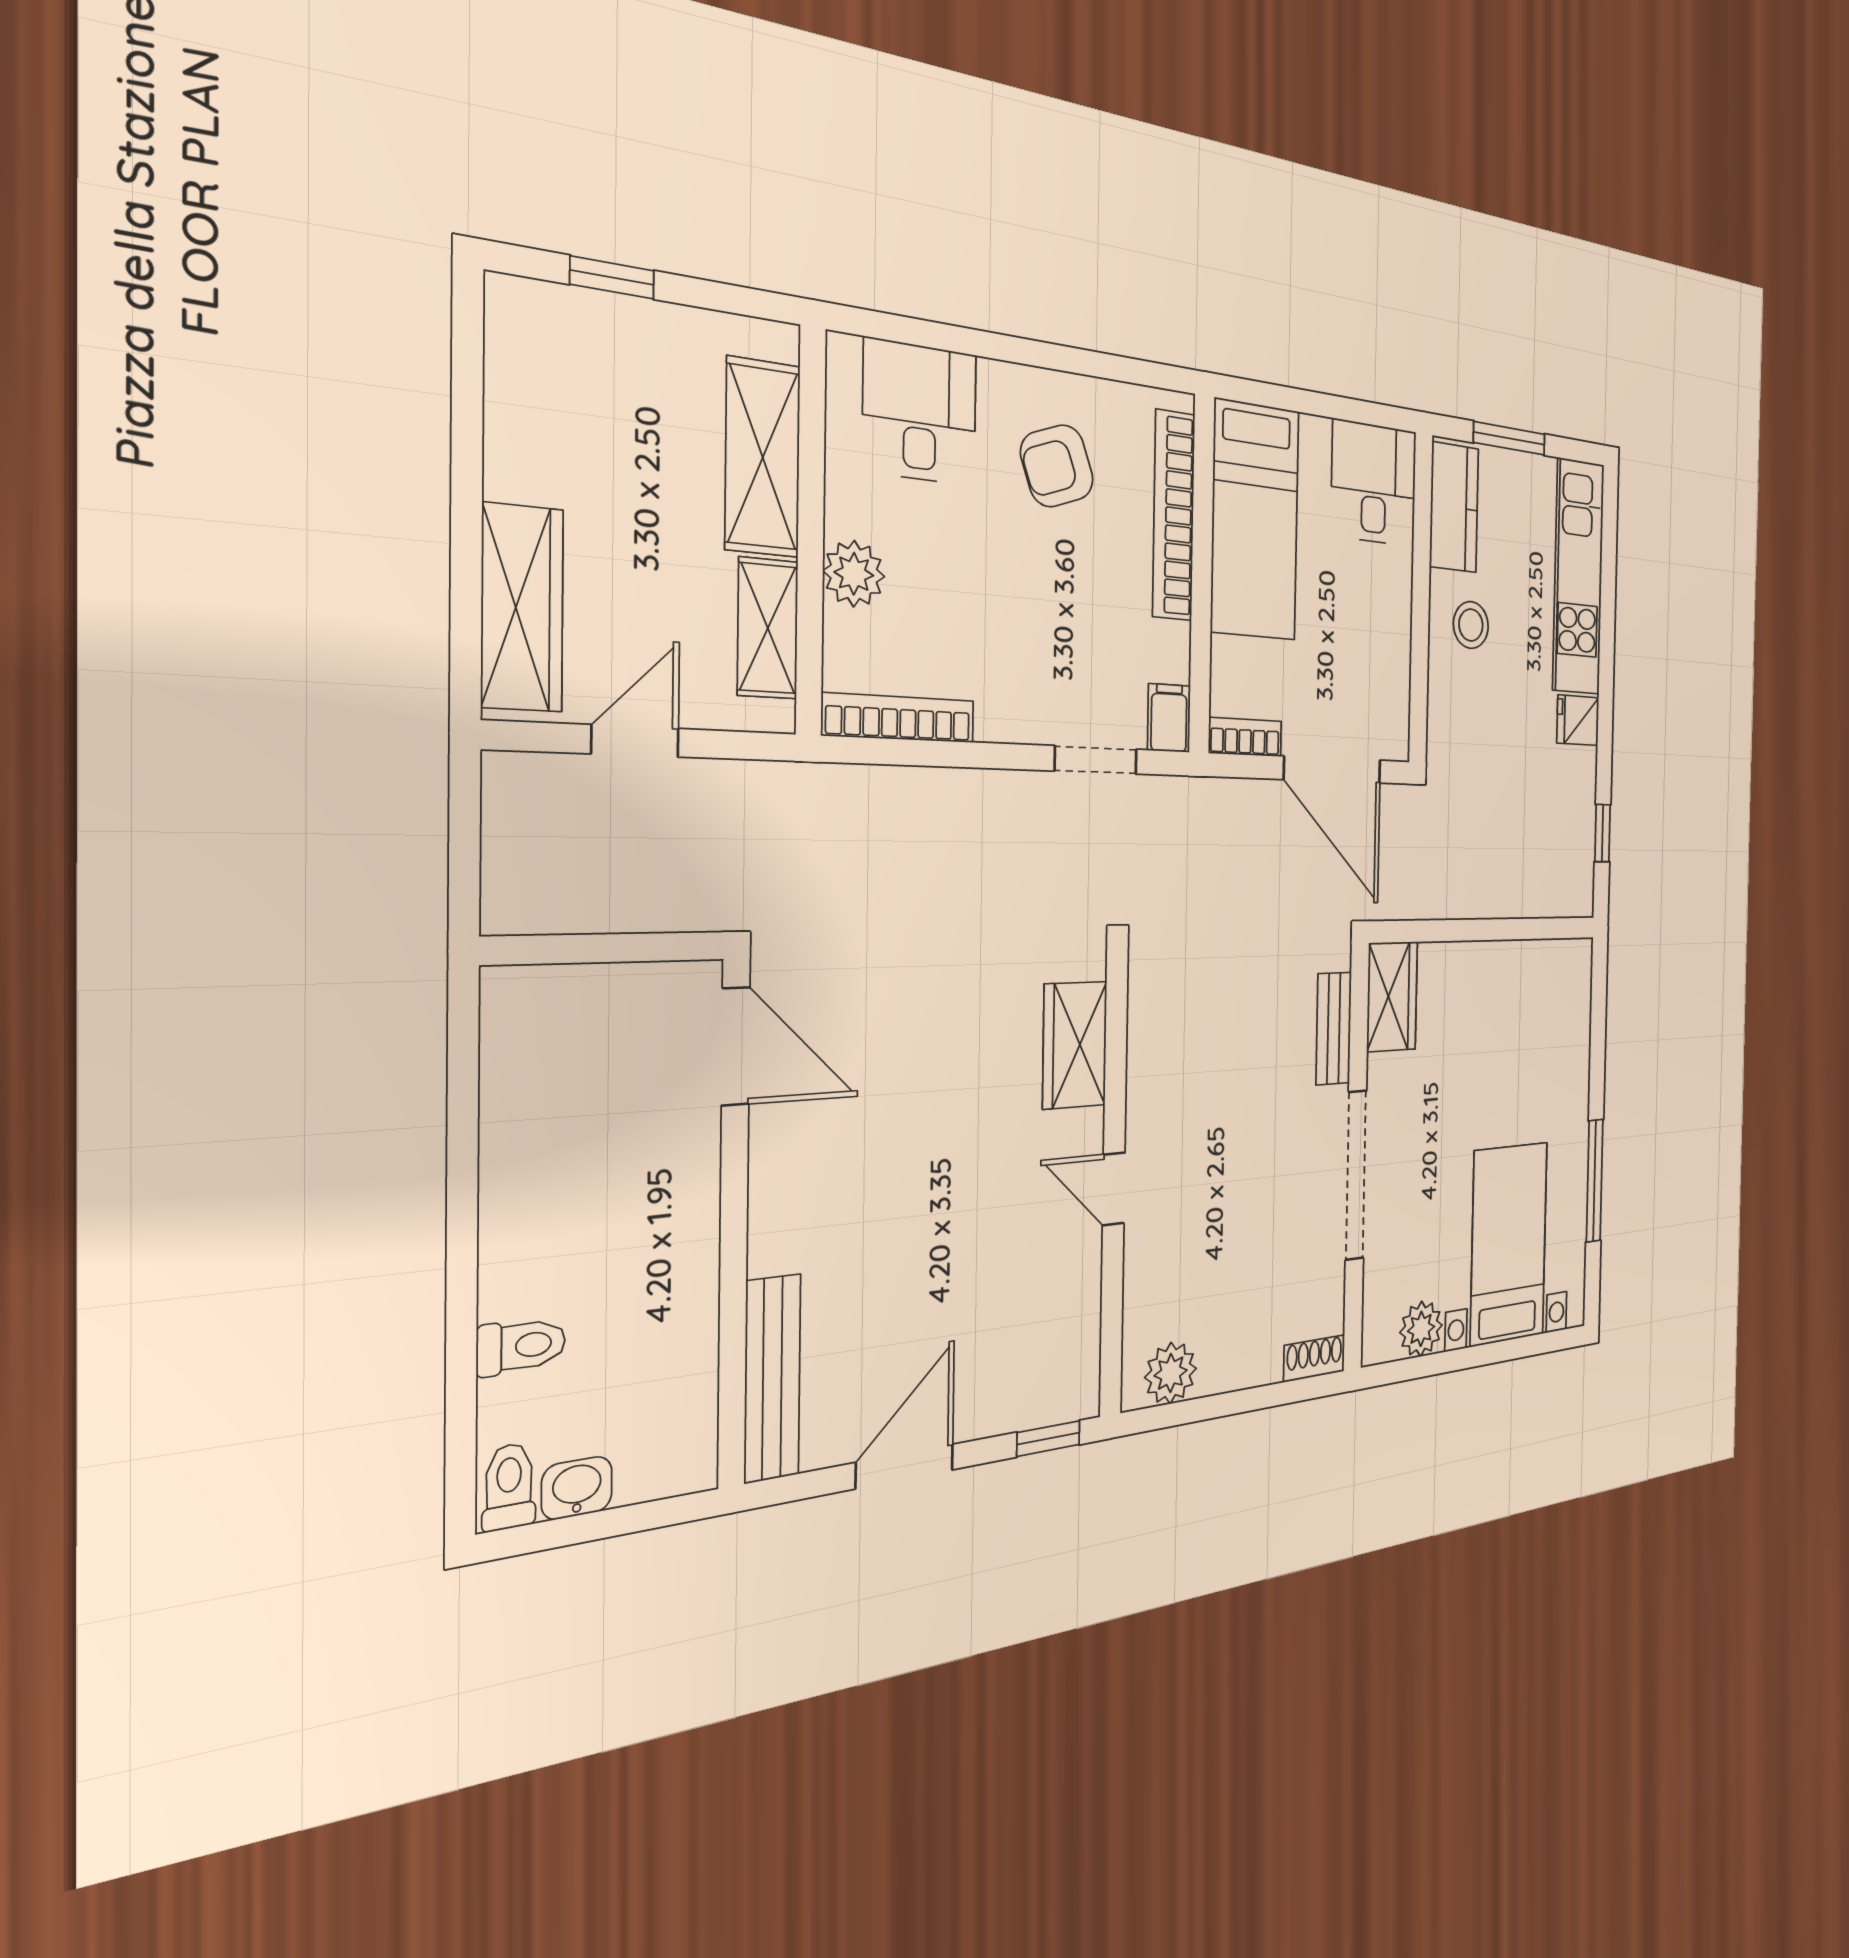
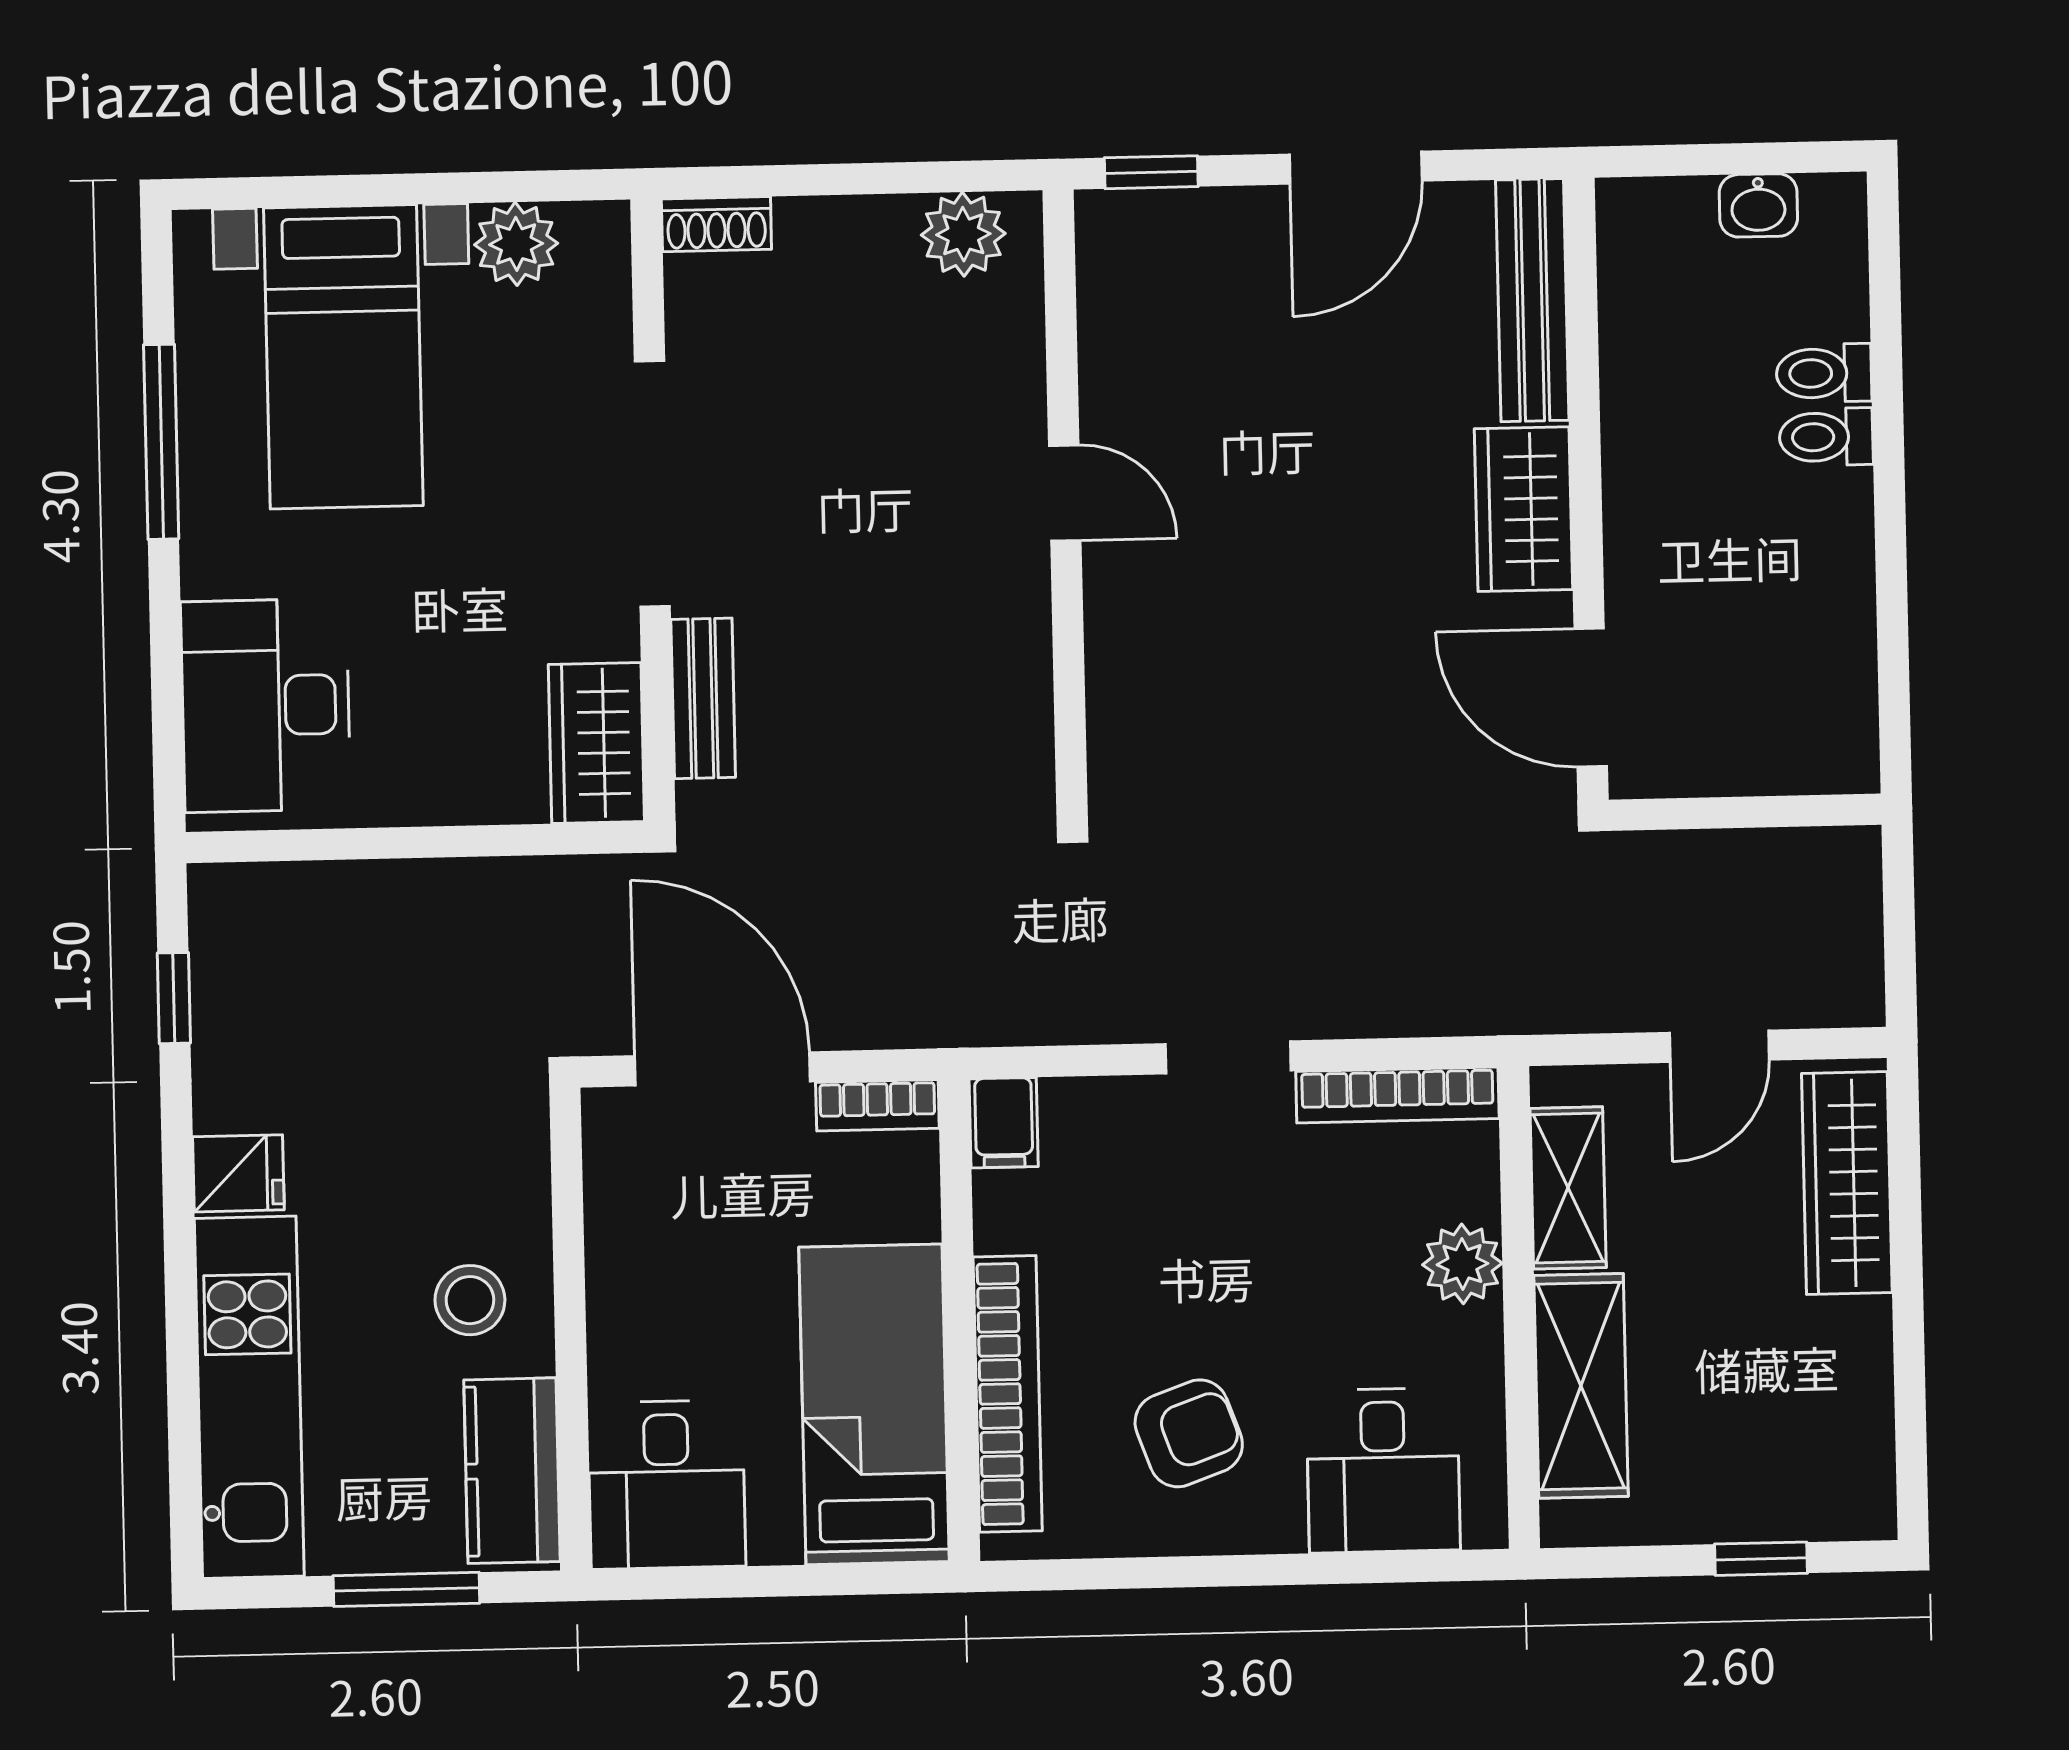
doorway: (1096, 760) -> (1228, 1057), moved
desk: (1554, 1018) -> (266, 705), added
wardrobe: (1075, 1045) -> (1524, 509), moved, turned 180
toilet: (509, 1487) -> (1826, 437), moved, turned 90

